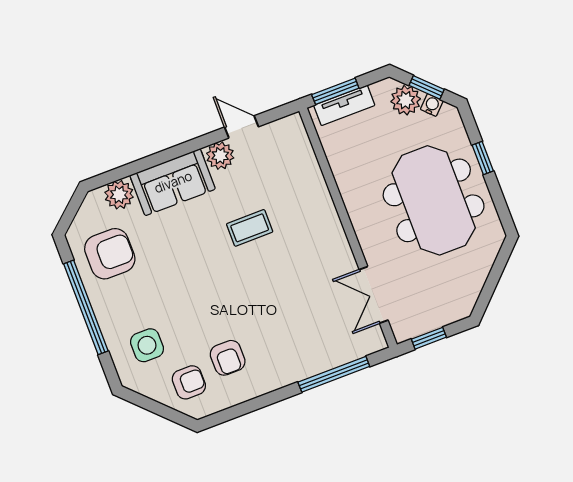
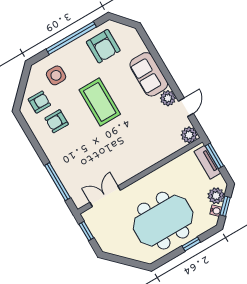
plant: (119, 195) -> (189, 135), moved
coffee table: (250, 228) -> (100, 102), moved, width x1.86, depth x1.72
armchair: (189, 382) -> (39, 102), turned -90

